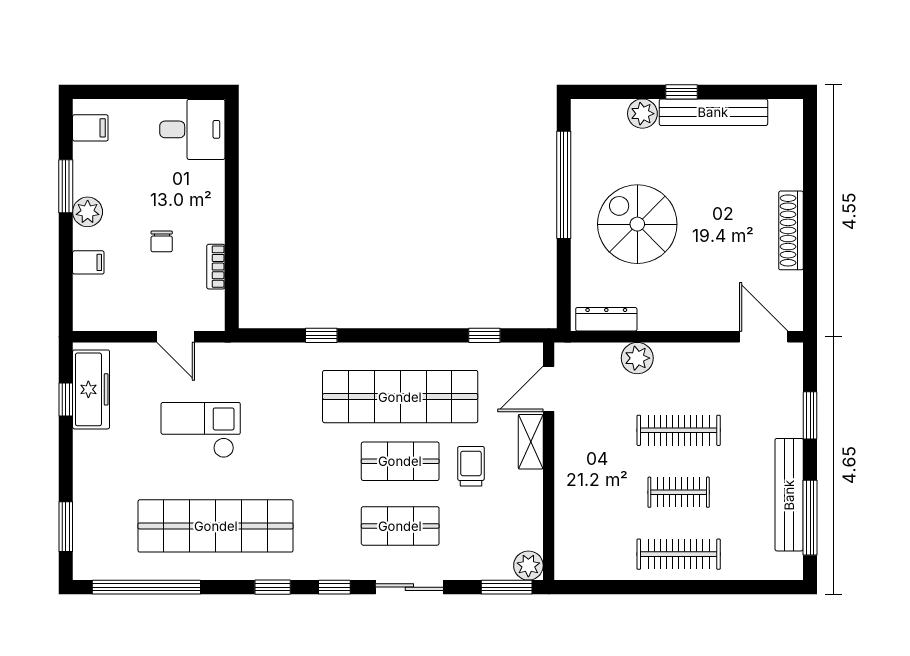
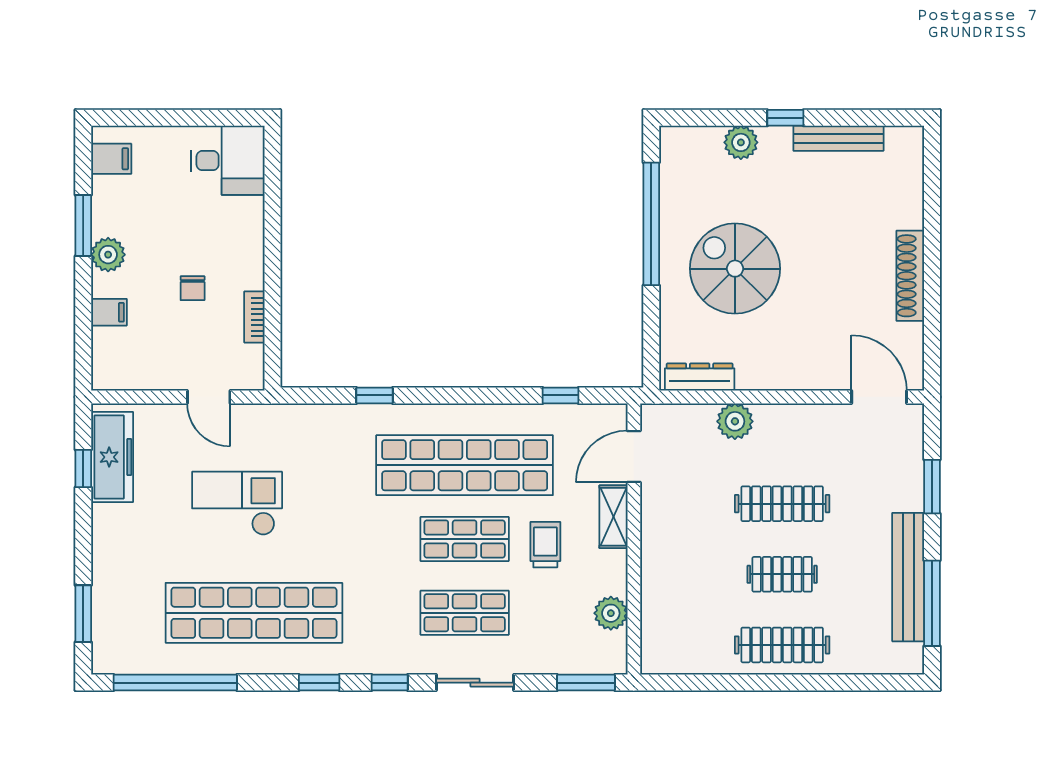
bench: (713, 112) -> (838, 138), width x0.73, depth x0.82
plant: (528, 566) -> (611, 613), moved

